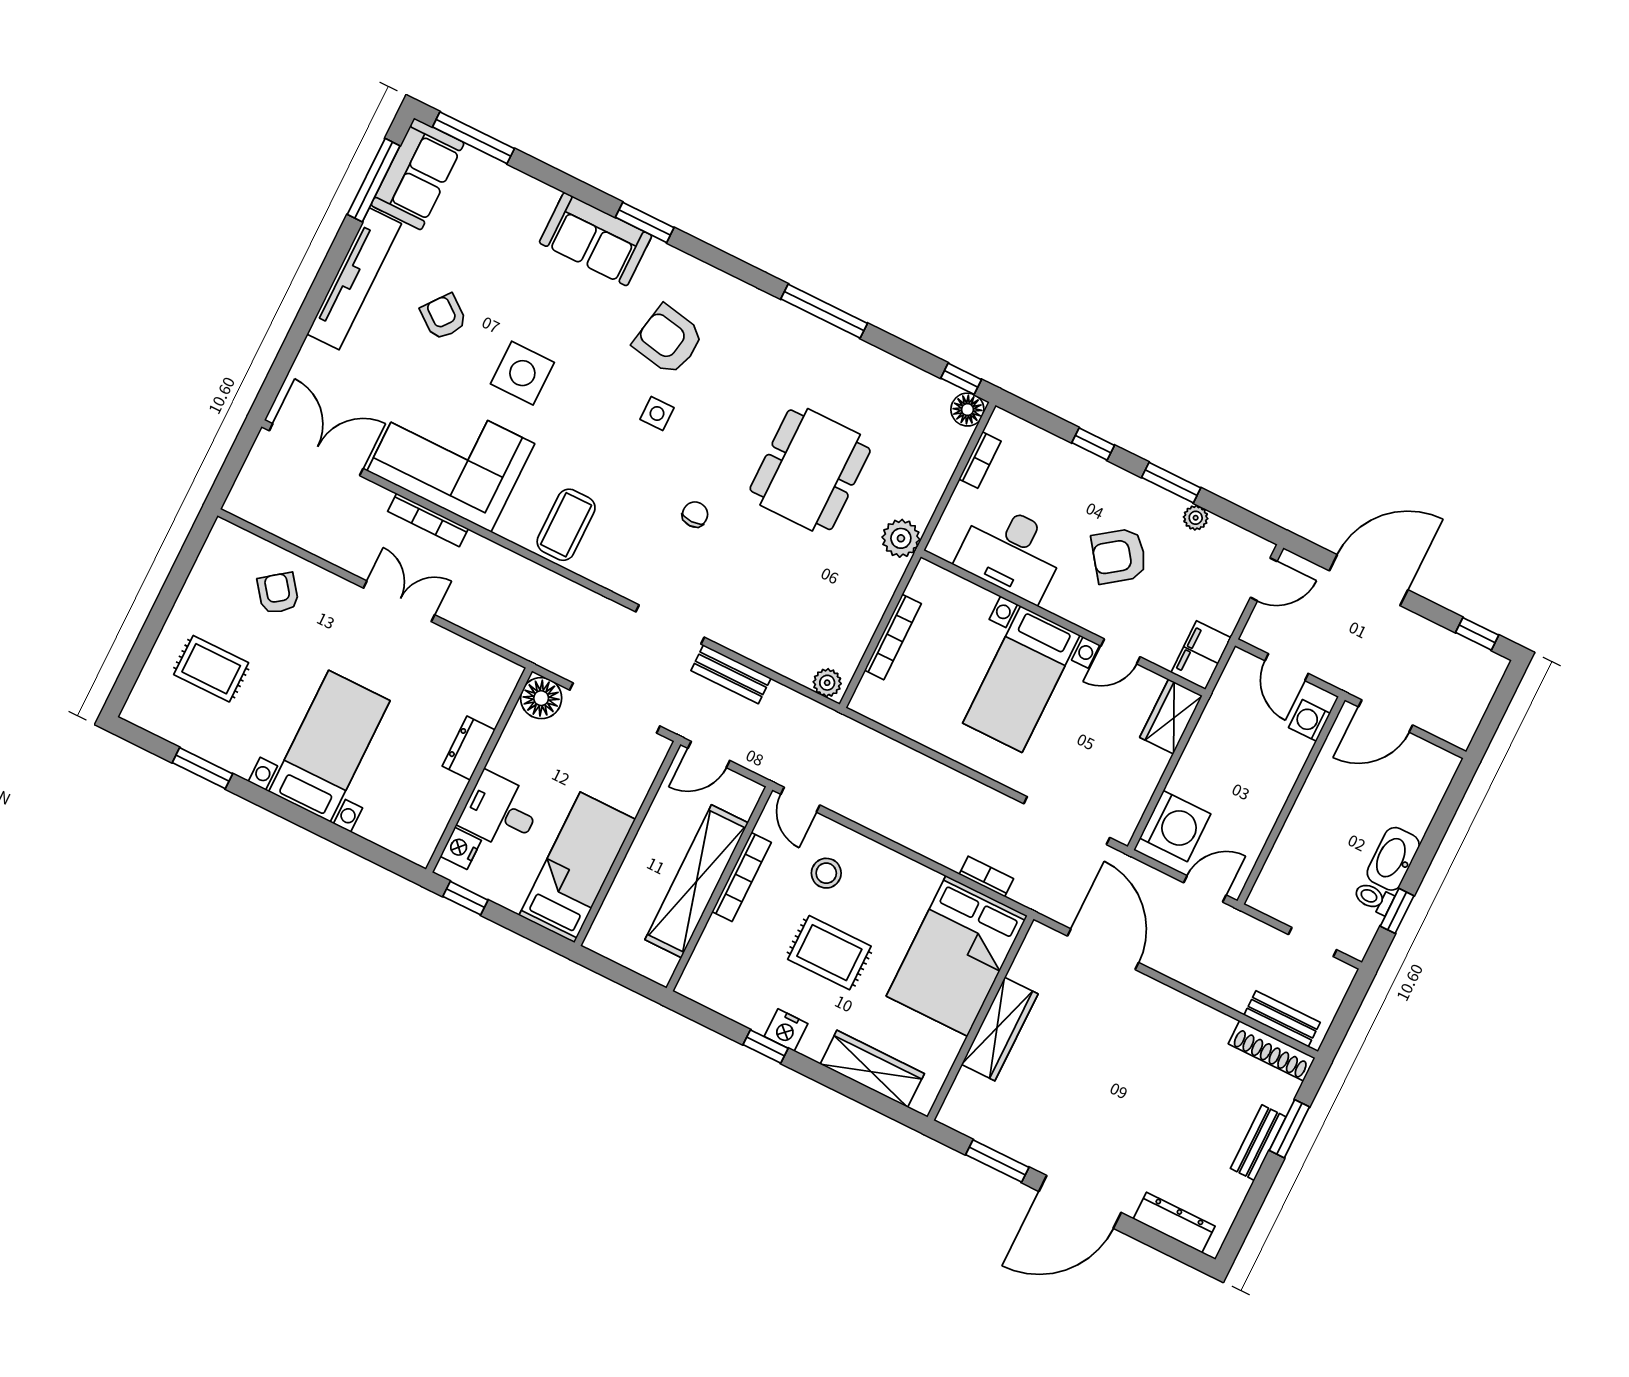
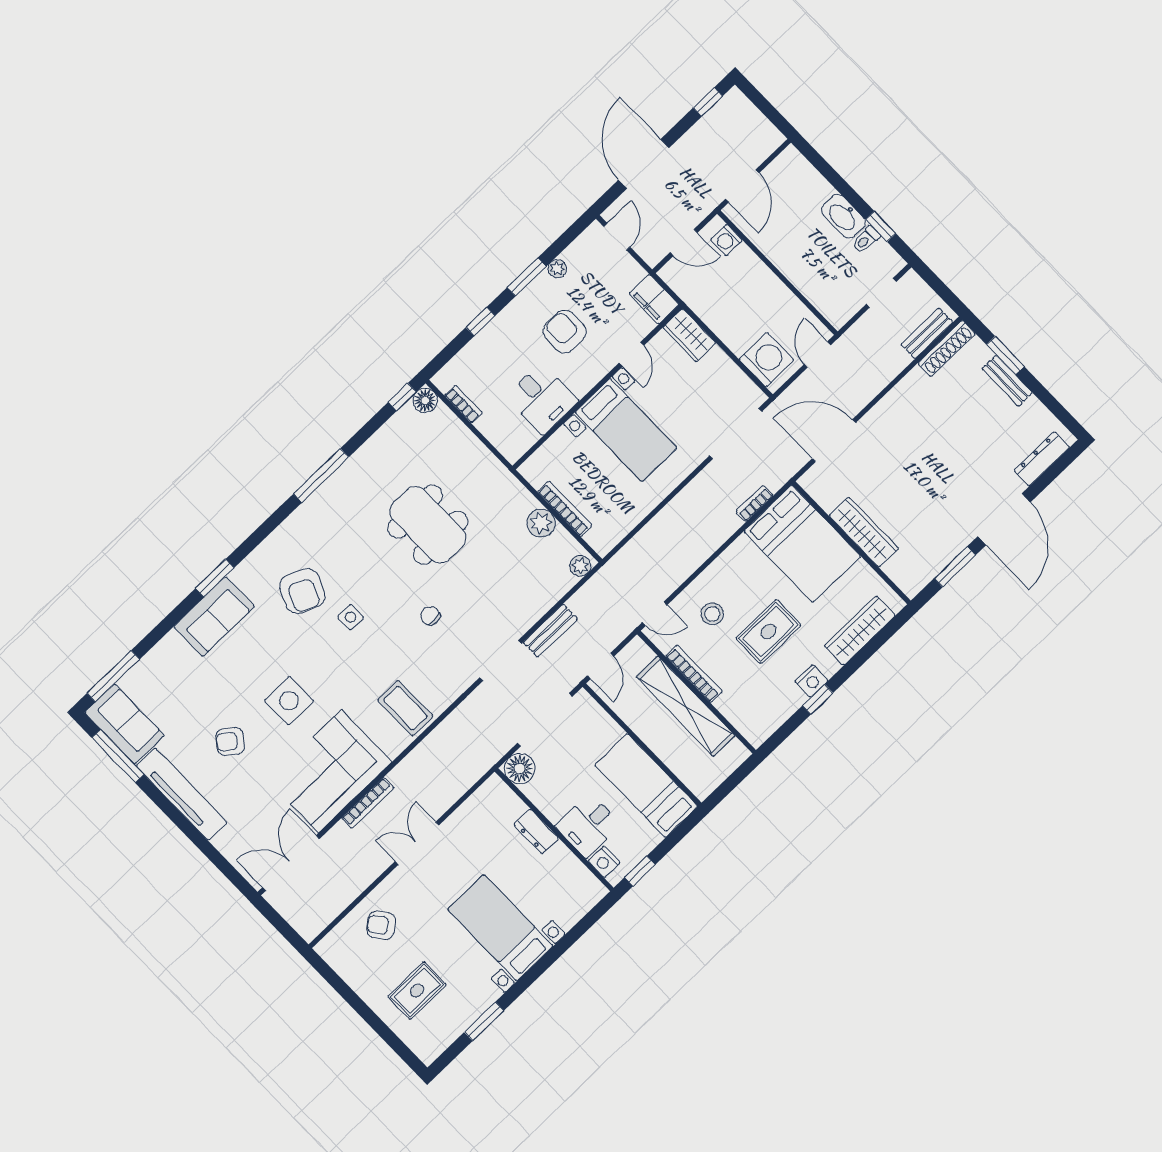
armchair: (668, 340) -> (302, 591), turned -77
plant: (901, 538) -> (541, 523), moved
desk: (1011, 552) -> (542, 399), width x0.73
armchair: (1119, 556) -> (565, 331), turned 126

